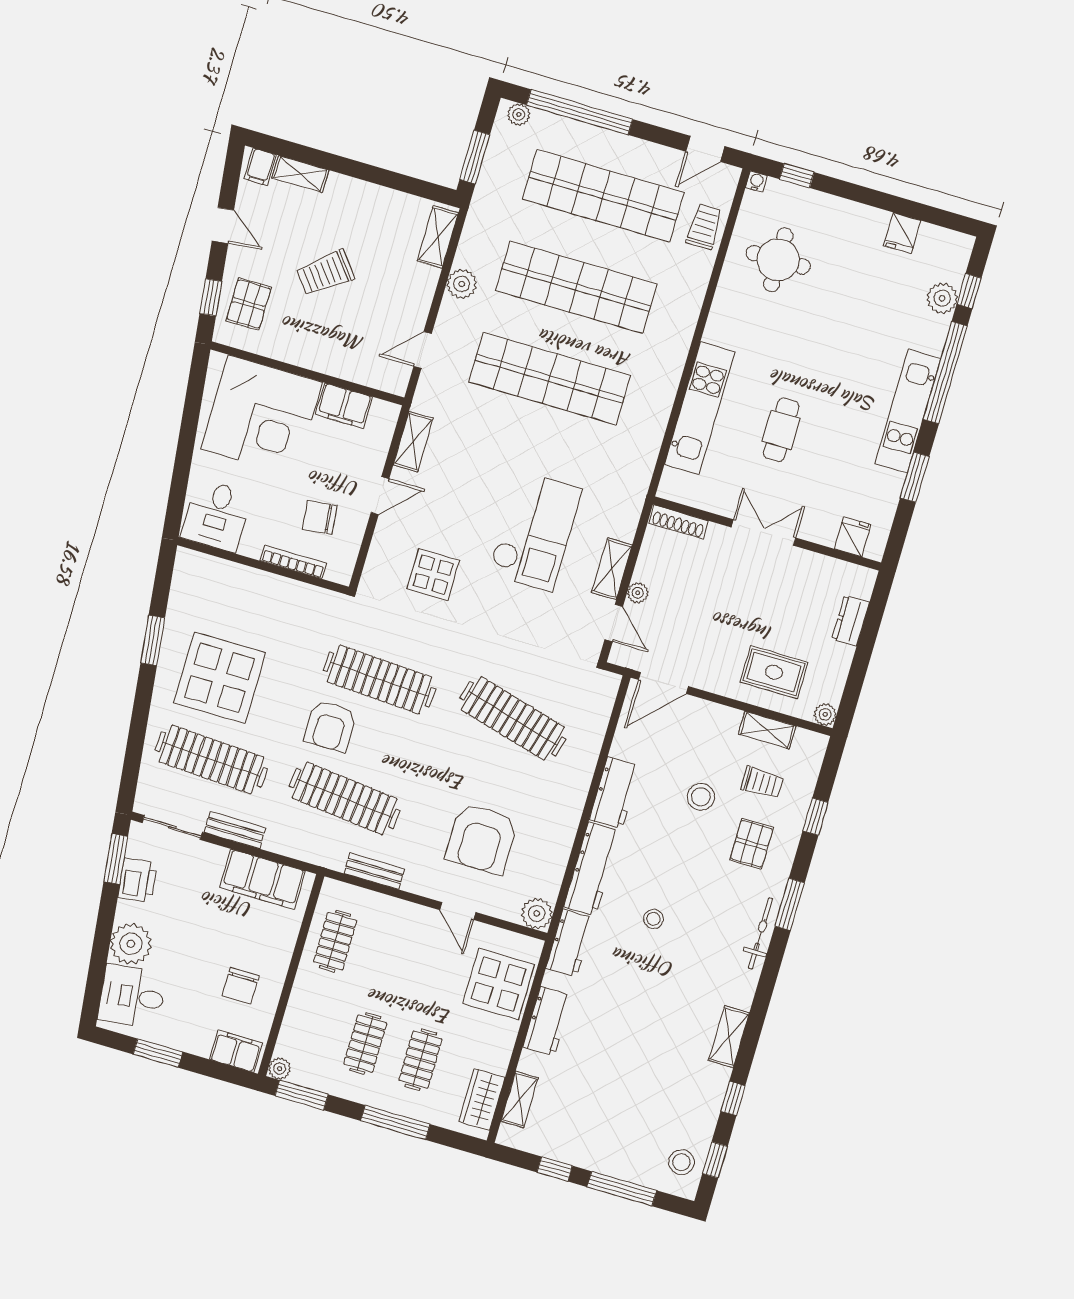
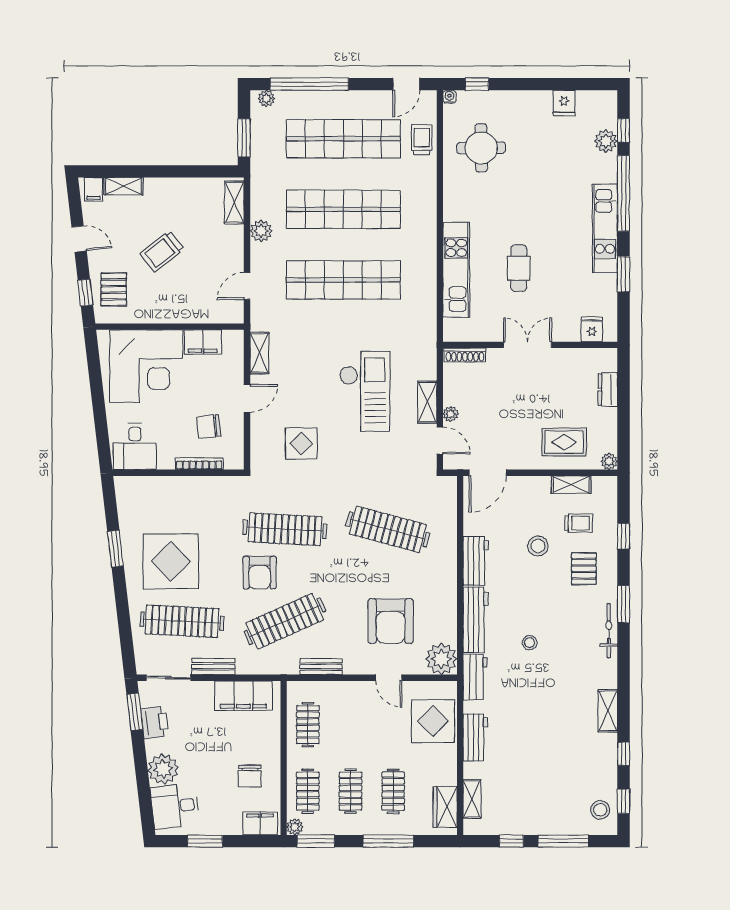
clothes rail: (345, 798) -> (285, 621), turned -30
plant: (537, 914) -> (441, 659), width x1.36, depth x1.36
clothes rail: (310, 1027) -> (308, 791), added

